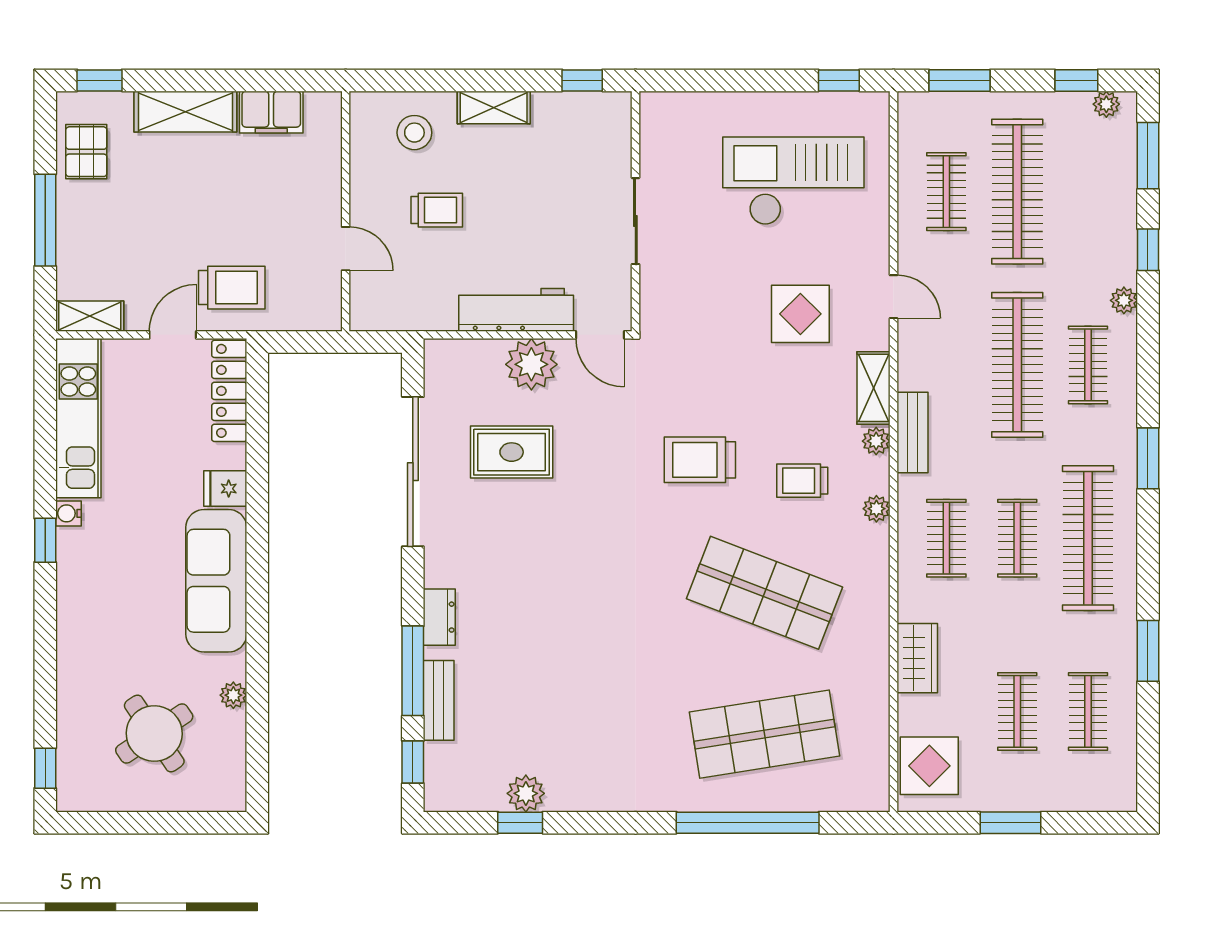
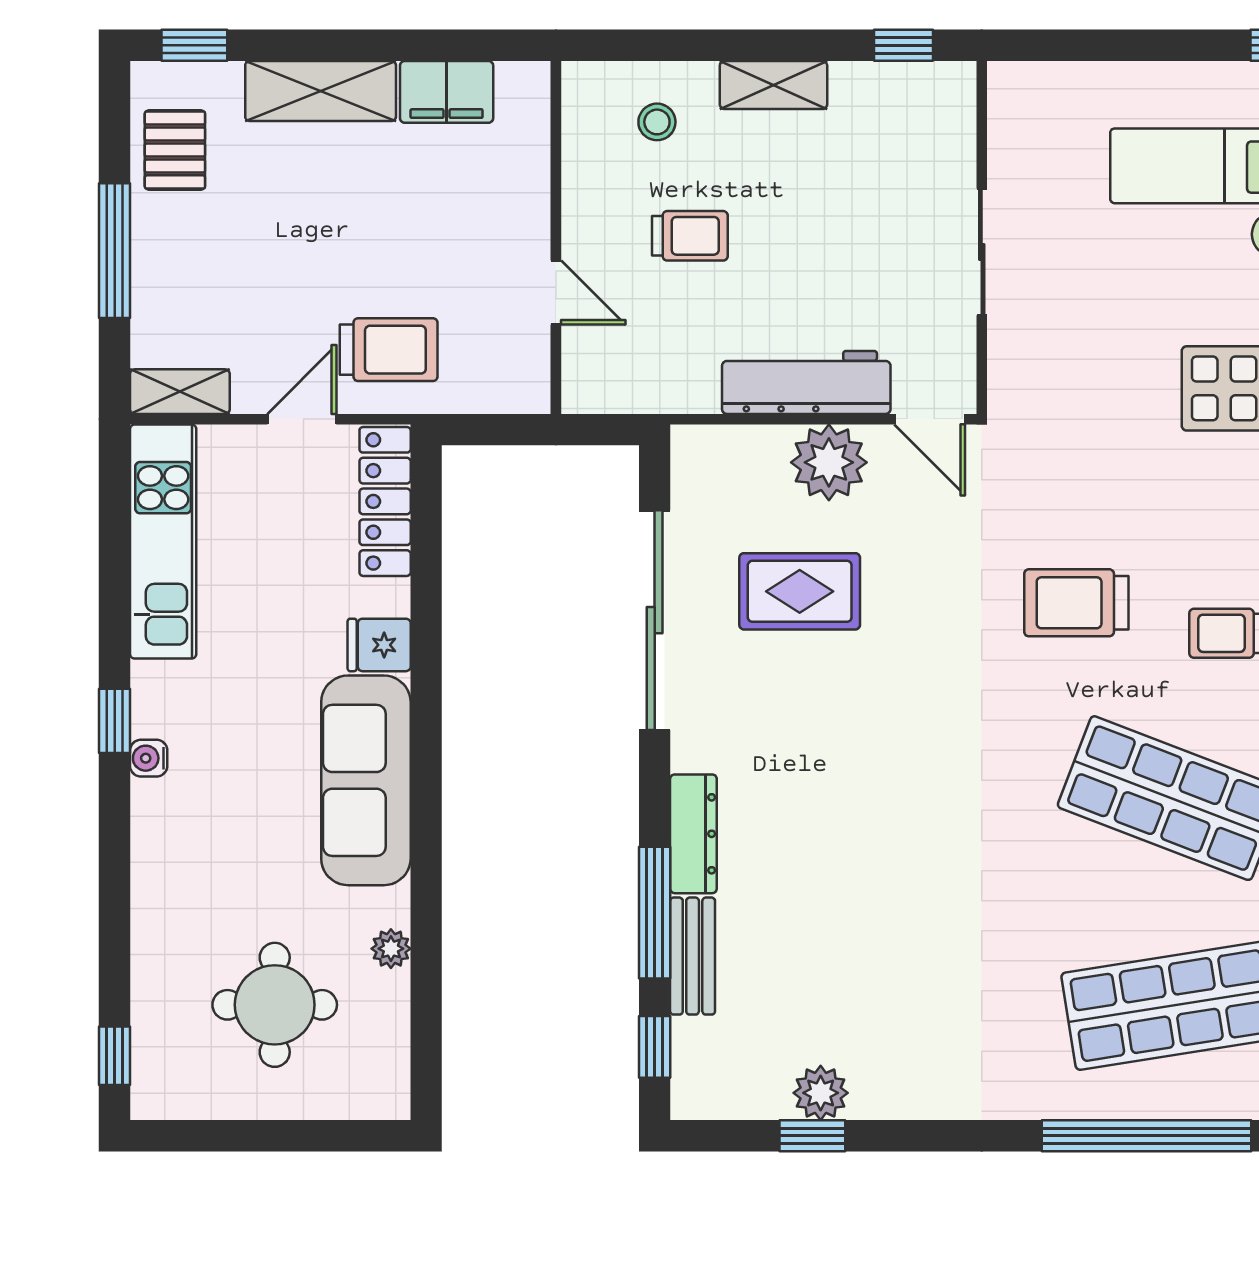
stool: (414, 133) -> (657, 122), width x0.73, depth x0.73
water cooler: (68, 513) -> (149, 758), moved
dresser: (439, 617) -> (693, 834), width x1.44
round table: (154, 733) -> (275, 1005), turned 34

